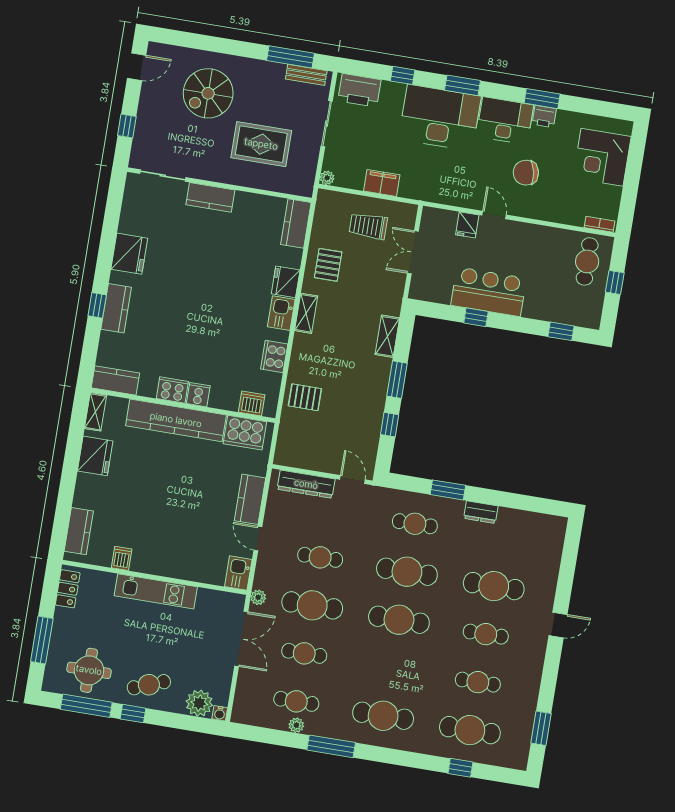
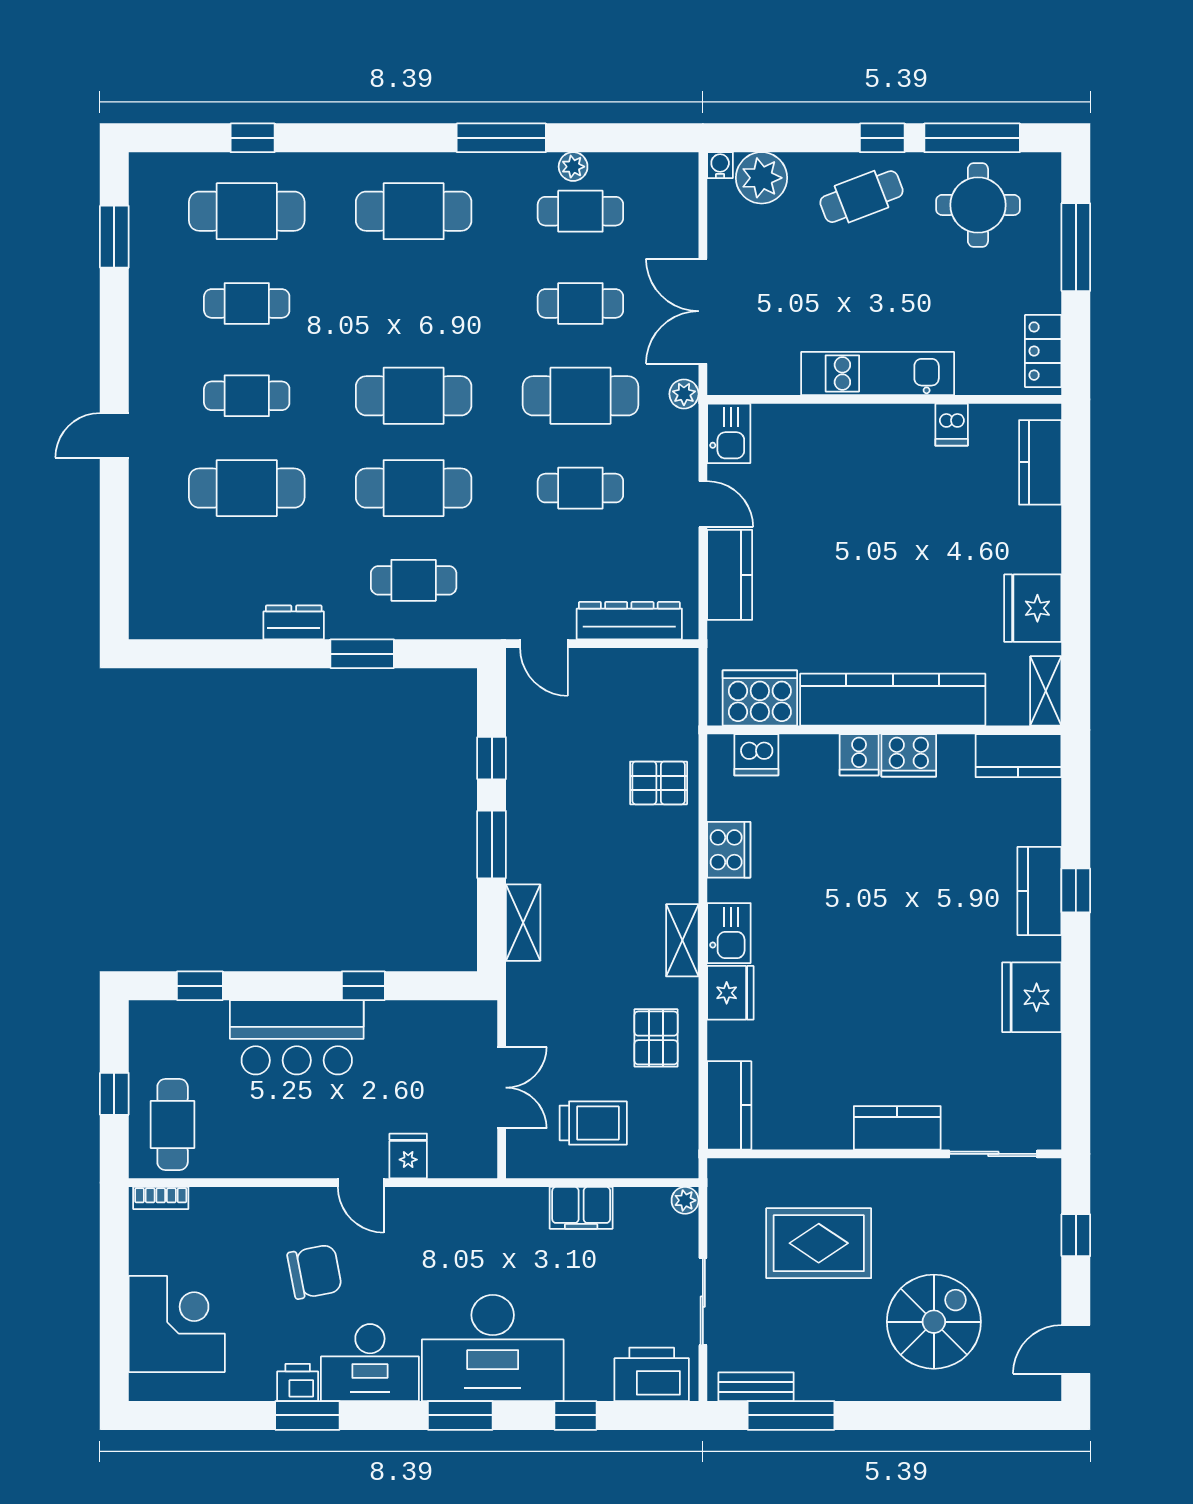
bar counter: (489, 292) -> (297, 1037), moved

